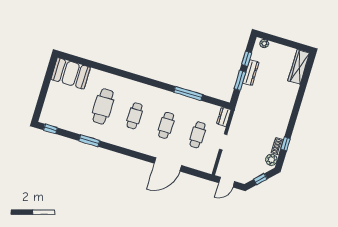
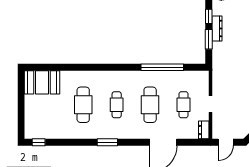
window: (188, 93) -> (162, 67), width x1.46
dresser: (224, 117) -> (204, 130), moved
cafe table: (166, 125) -> (150, 105), width x1.37, depth x1.35
window: (89, 141) -> (107, 142), moved

